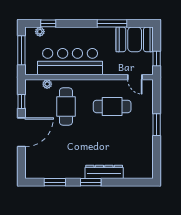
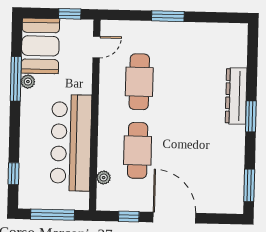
plant: (40, 32) -> (28, 82), moved
cafe table: (66, 106) -> (138, 150), turned 90
window: (55, 182) -> (249, 185), moved

